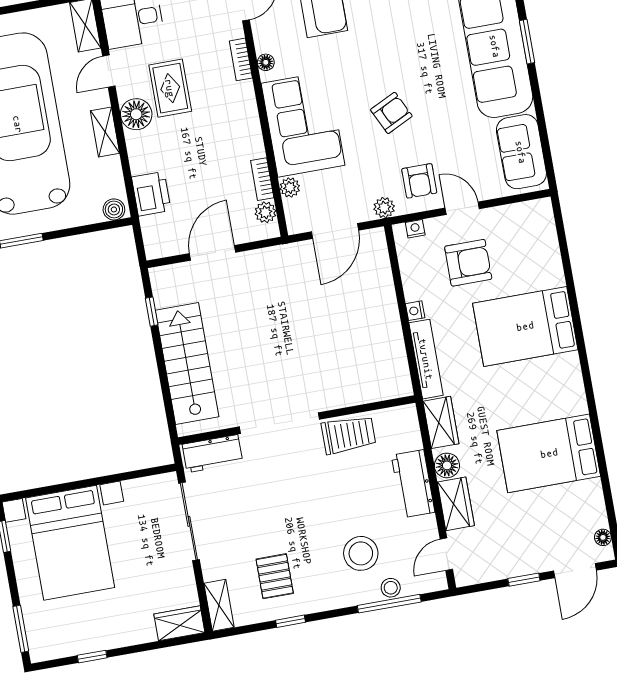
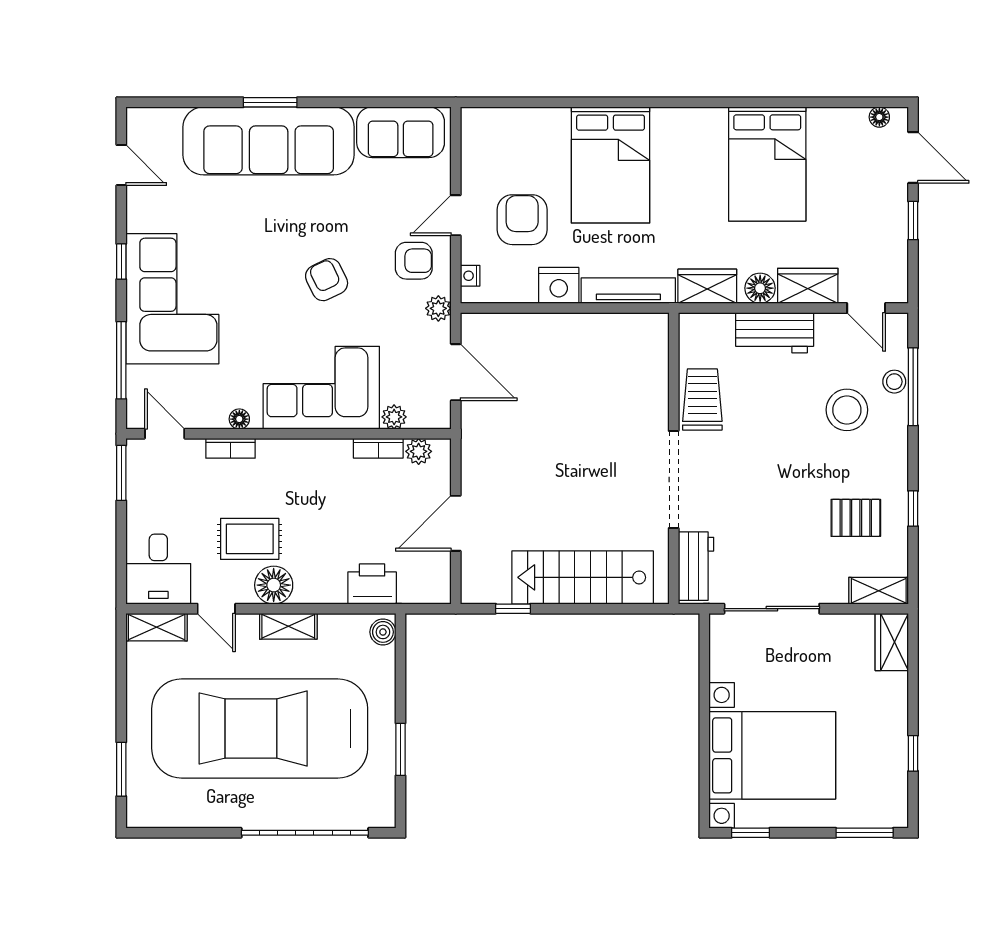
door: (213, 253) -> (456, 523), hinge flipped
nightstand: (415, 311) -> (559, 285), width x1.89, depth x1.79

